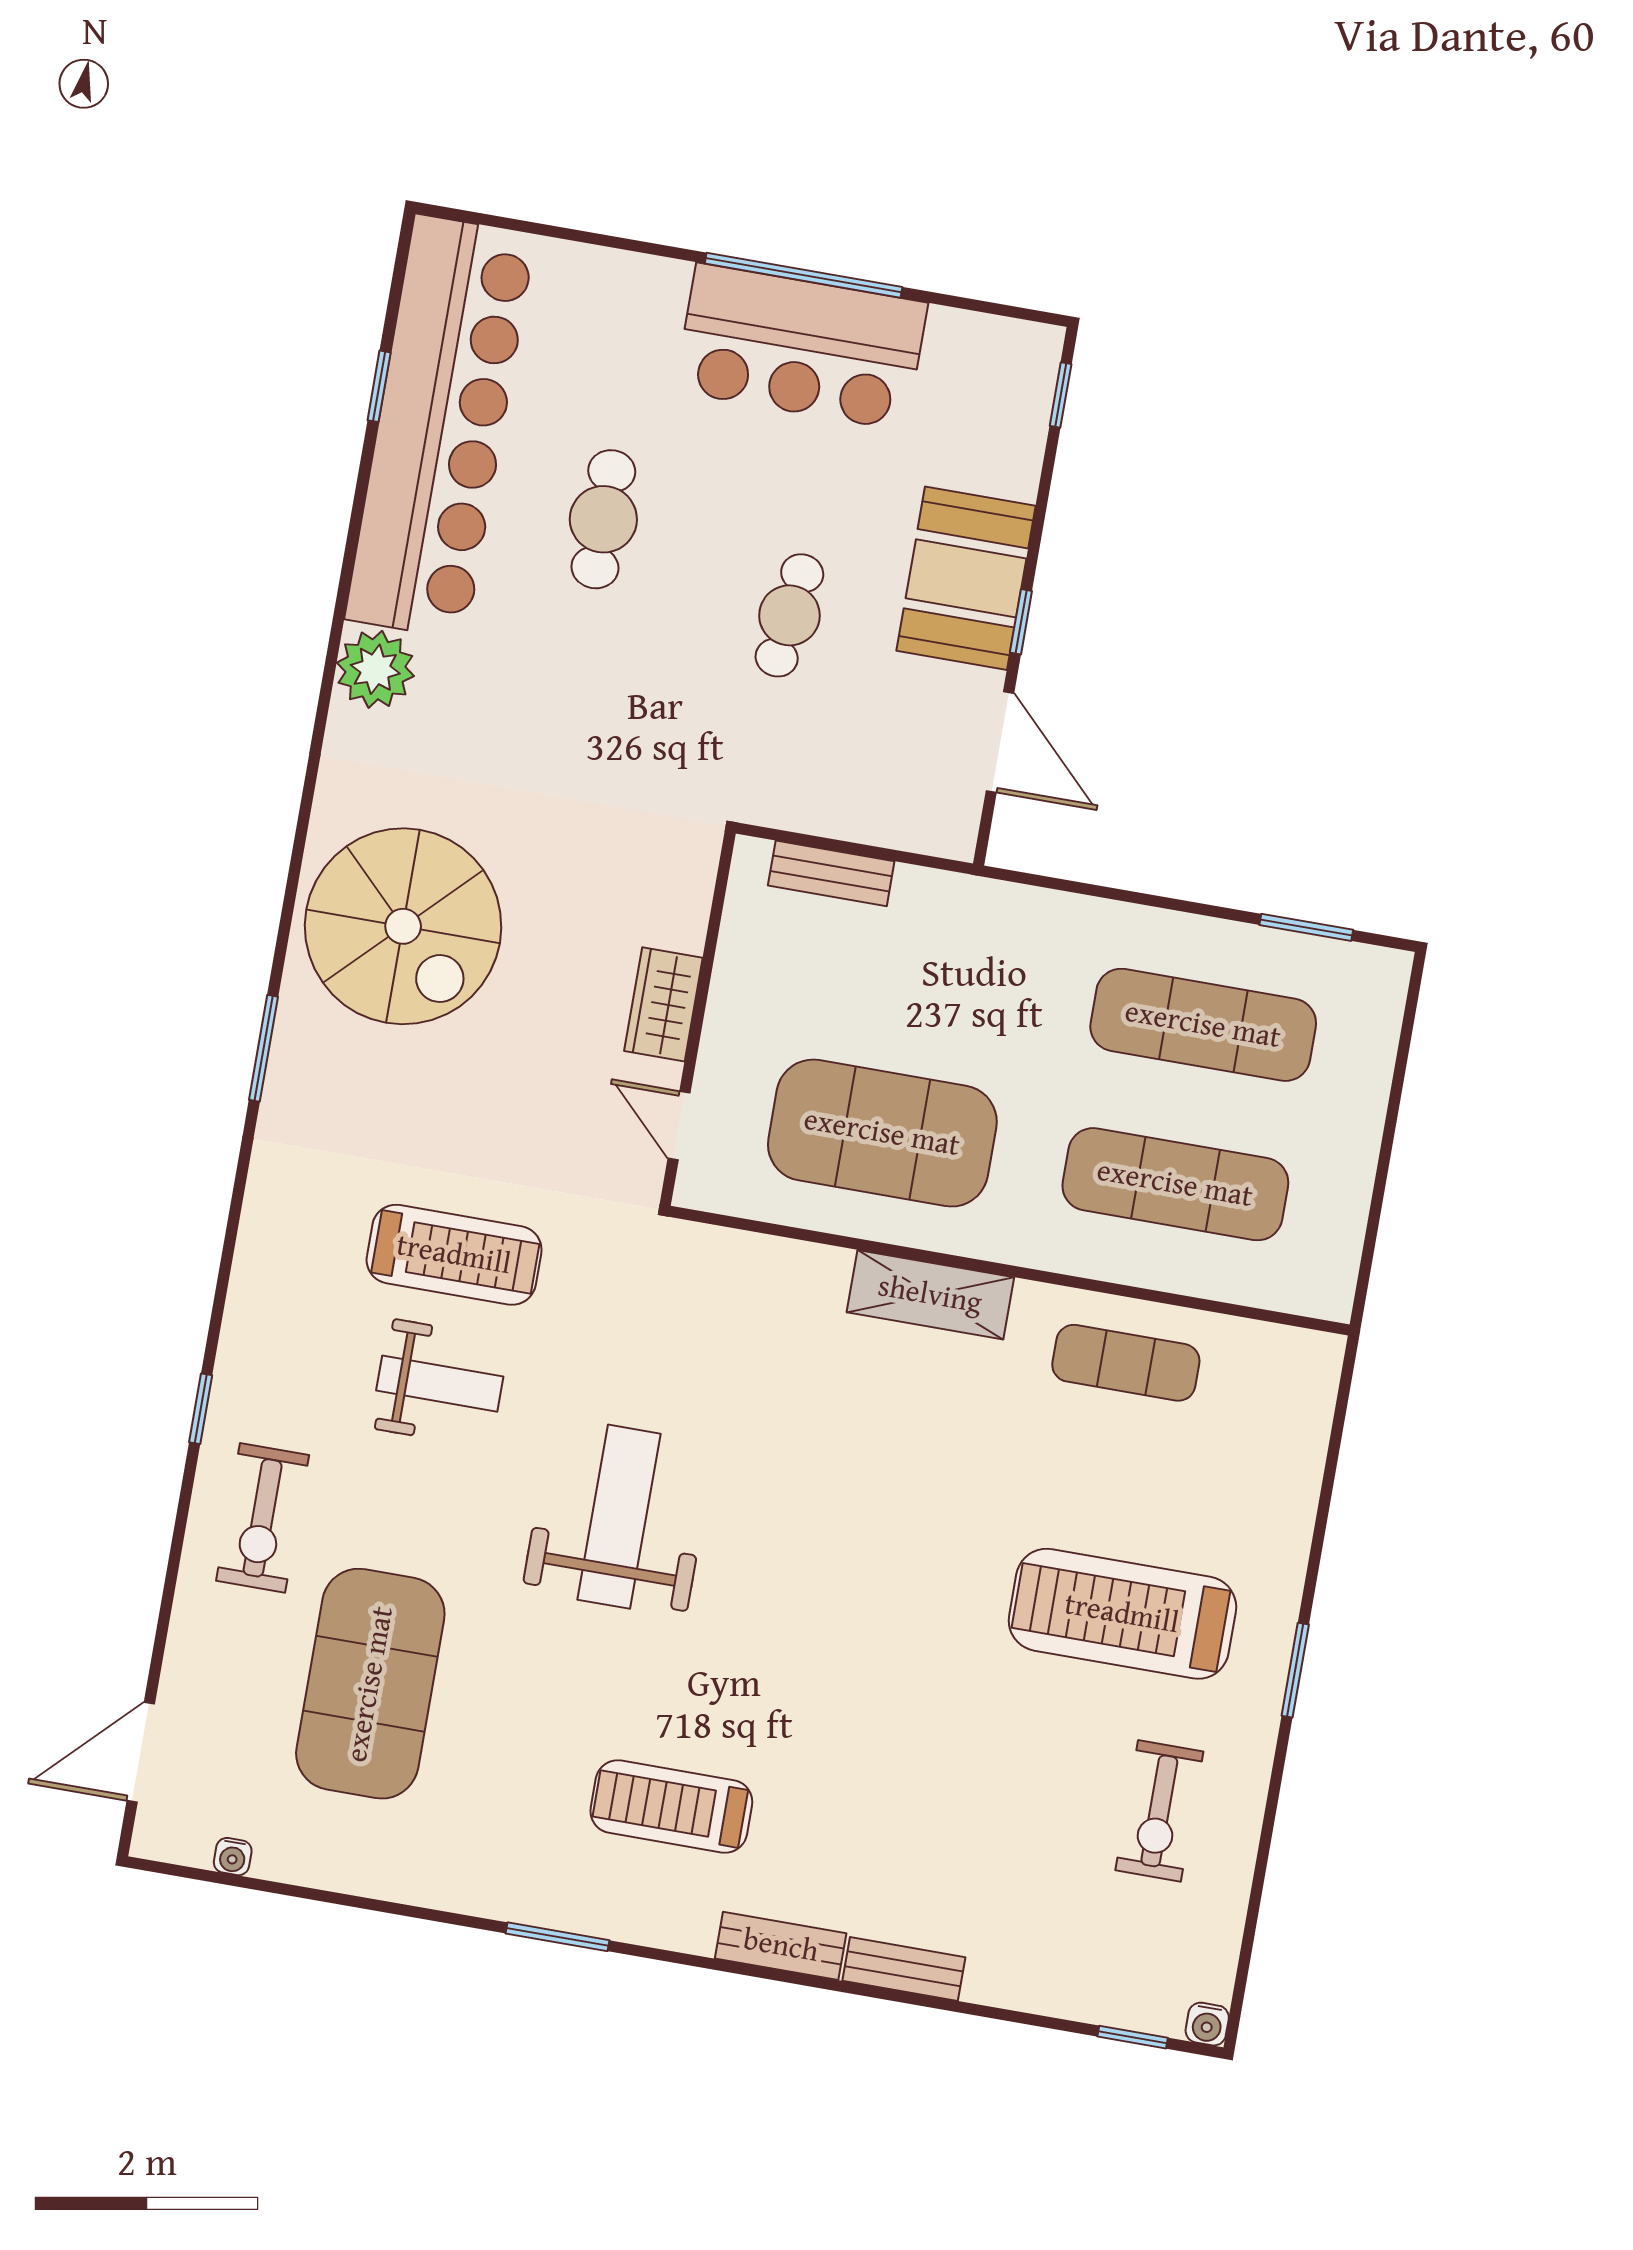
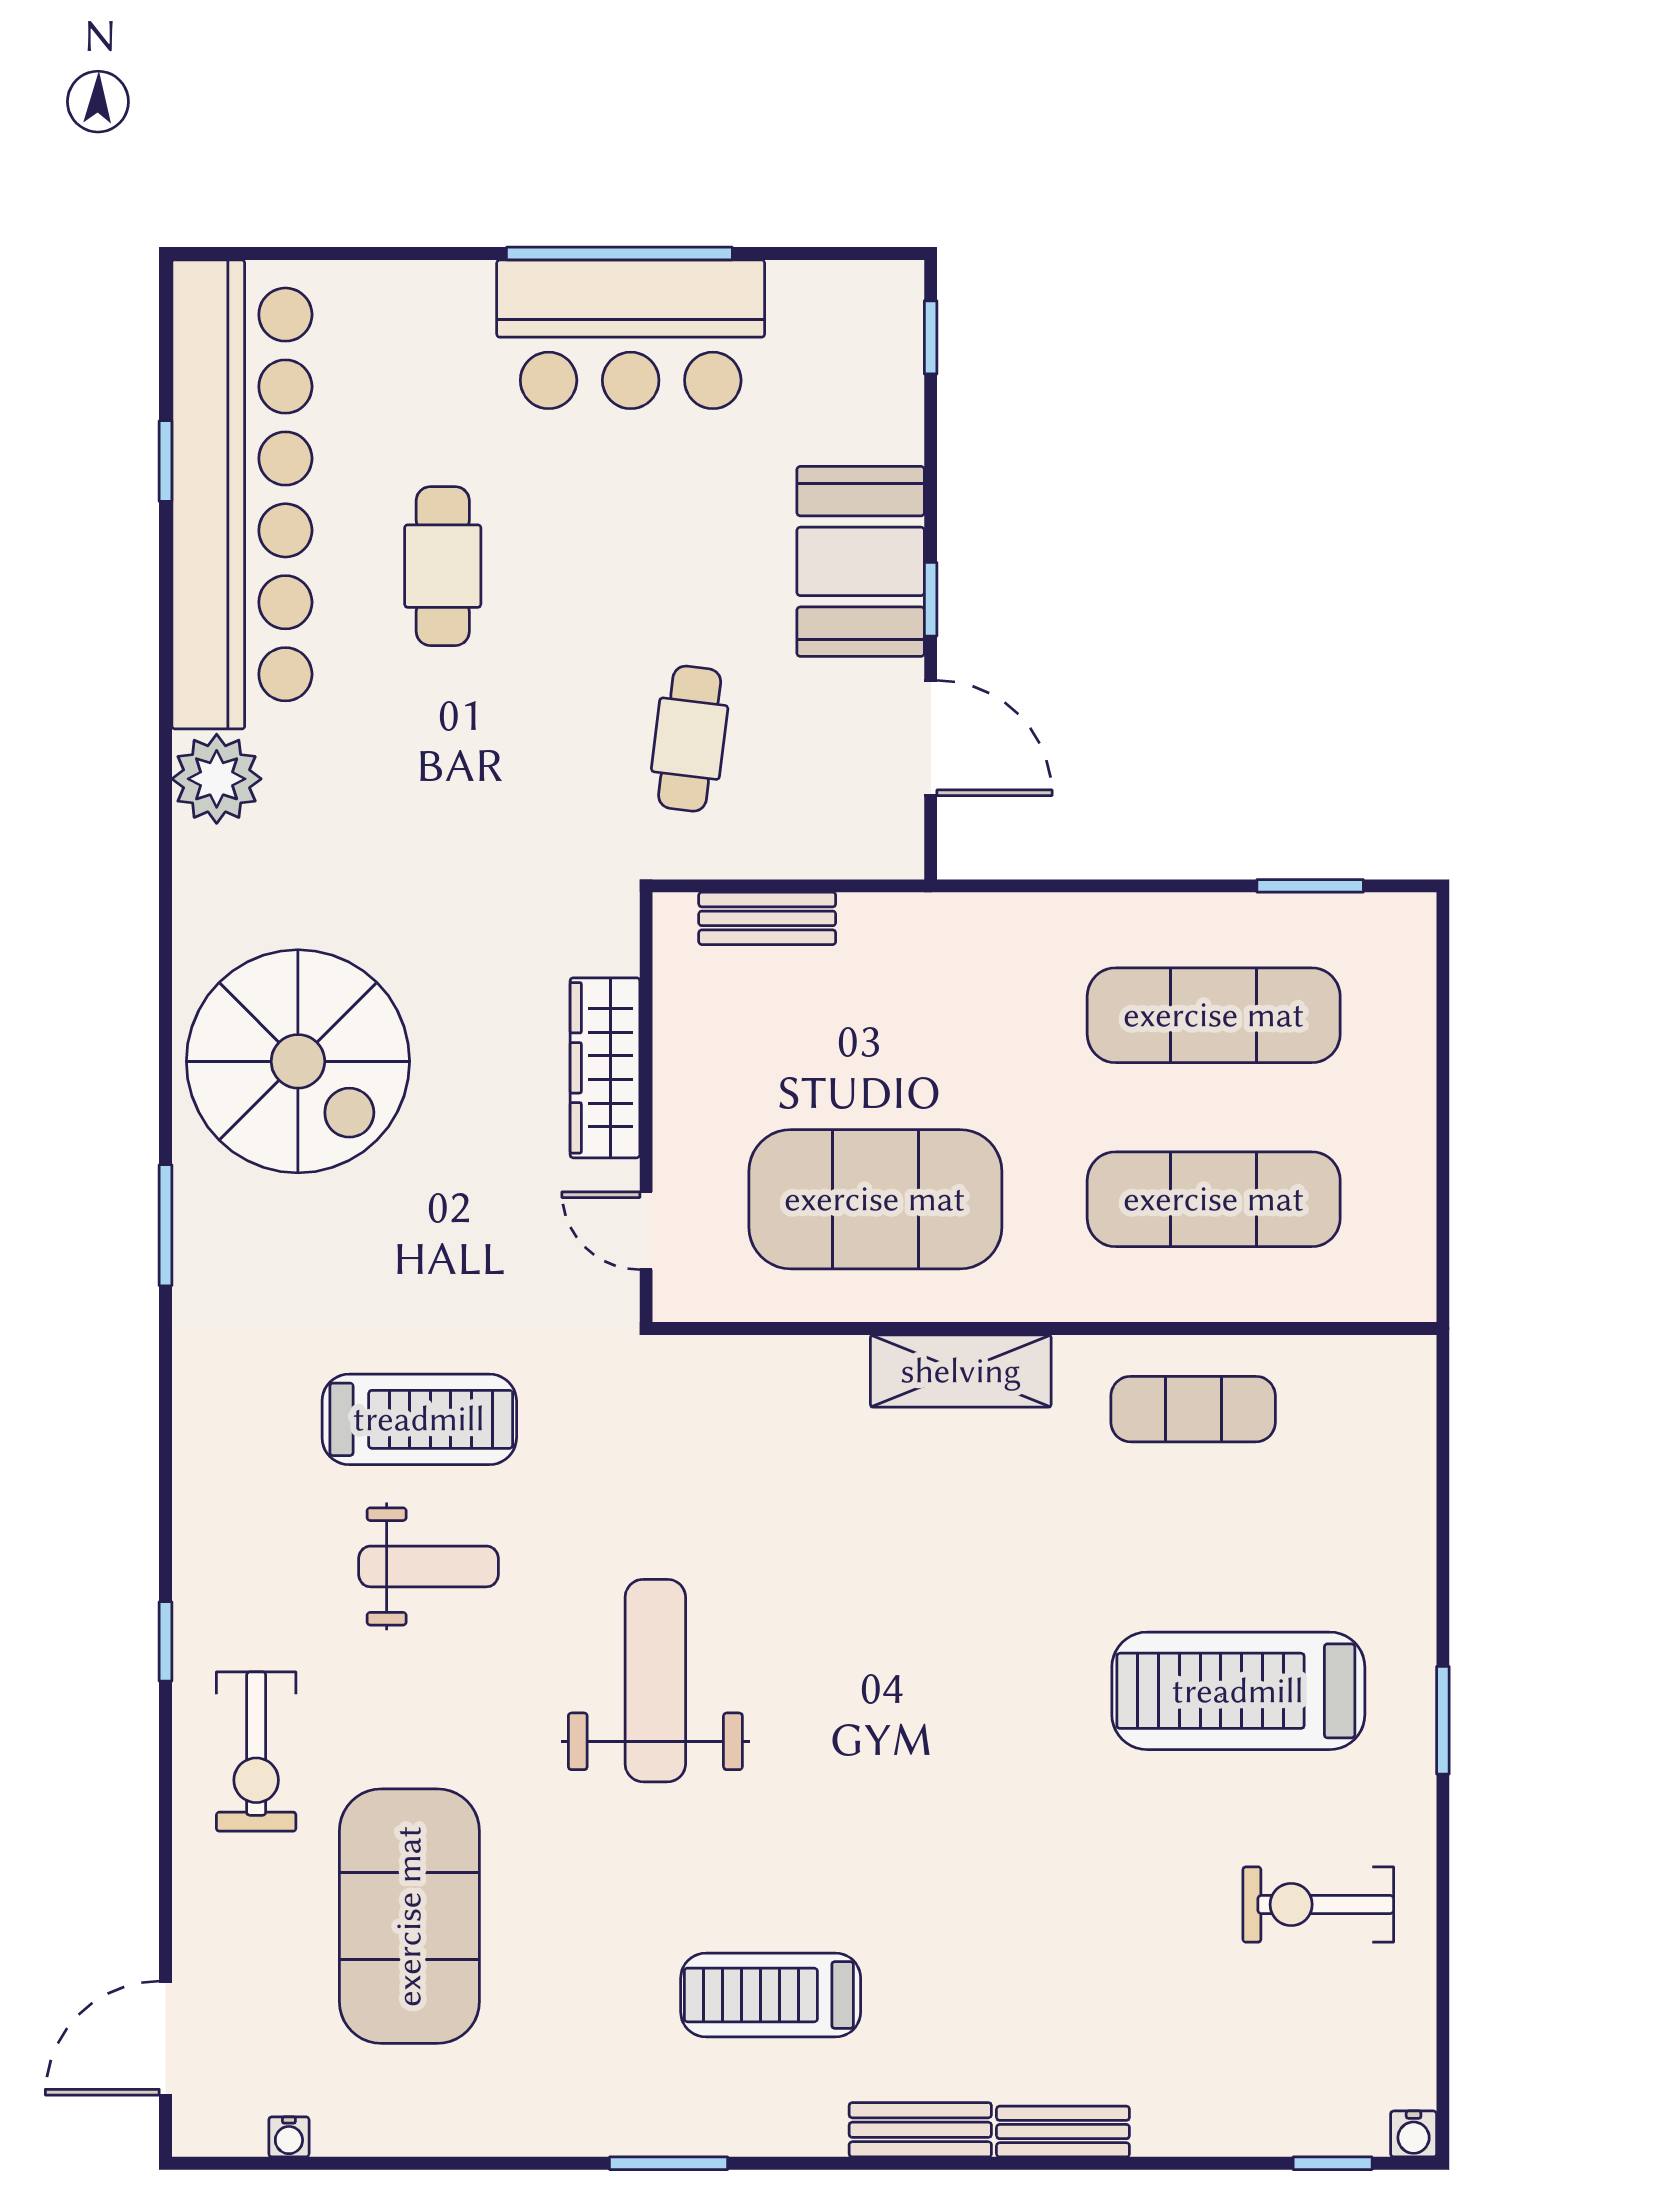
cafe table: (789, 615) -> (690, 739), moved
wardrobe: (663, 1004) -> (605, 1068), width x1.50
exercise bike: (1159, 1811) -> (1318, 1904), turned 90

